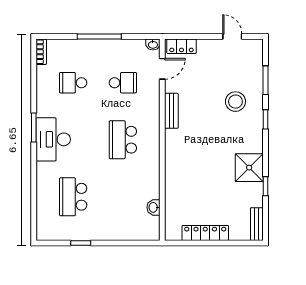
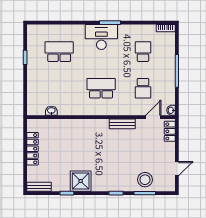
door: (162, 69) -> (153, 117), swing flipped
stool: (235, 102) -> (145, 180), moved

